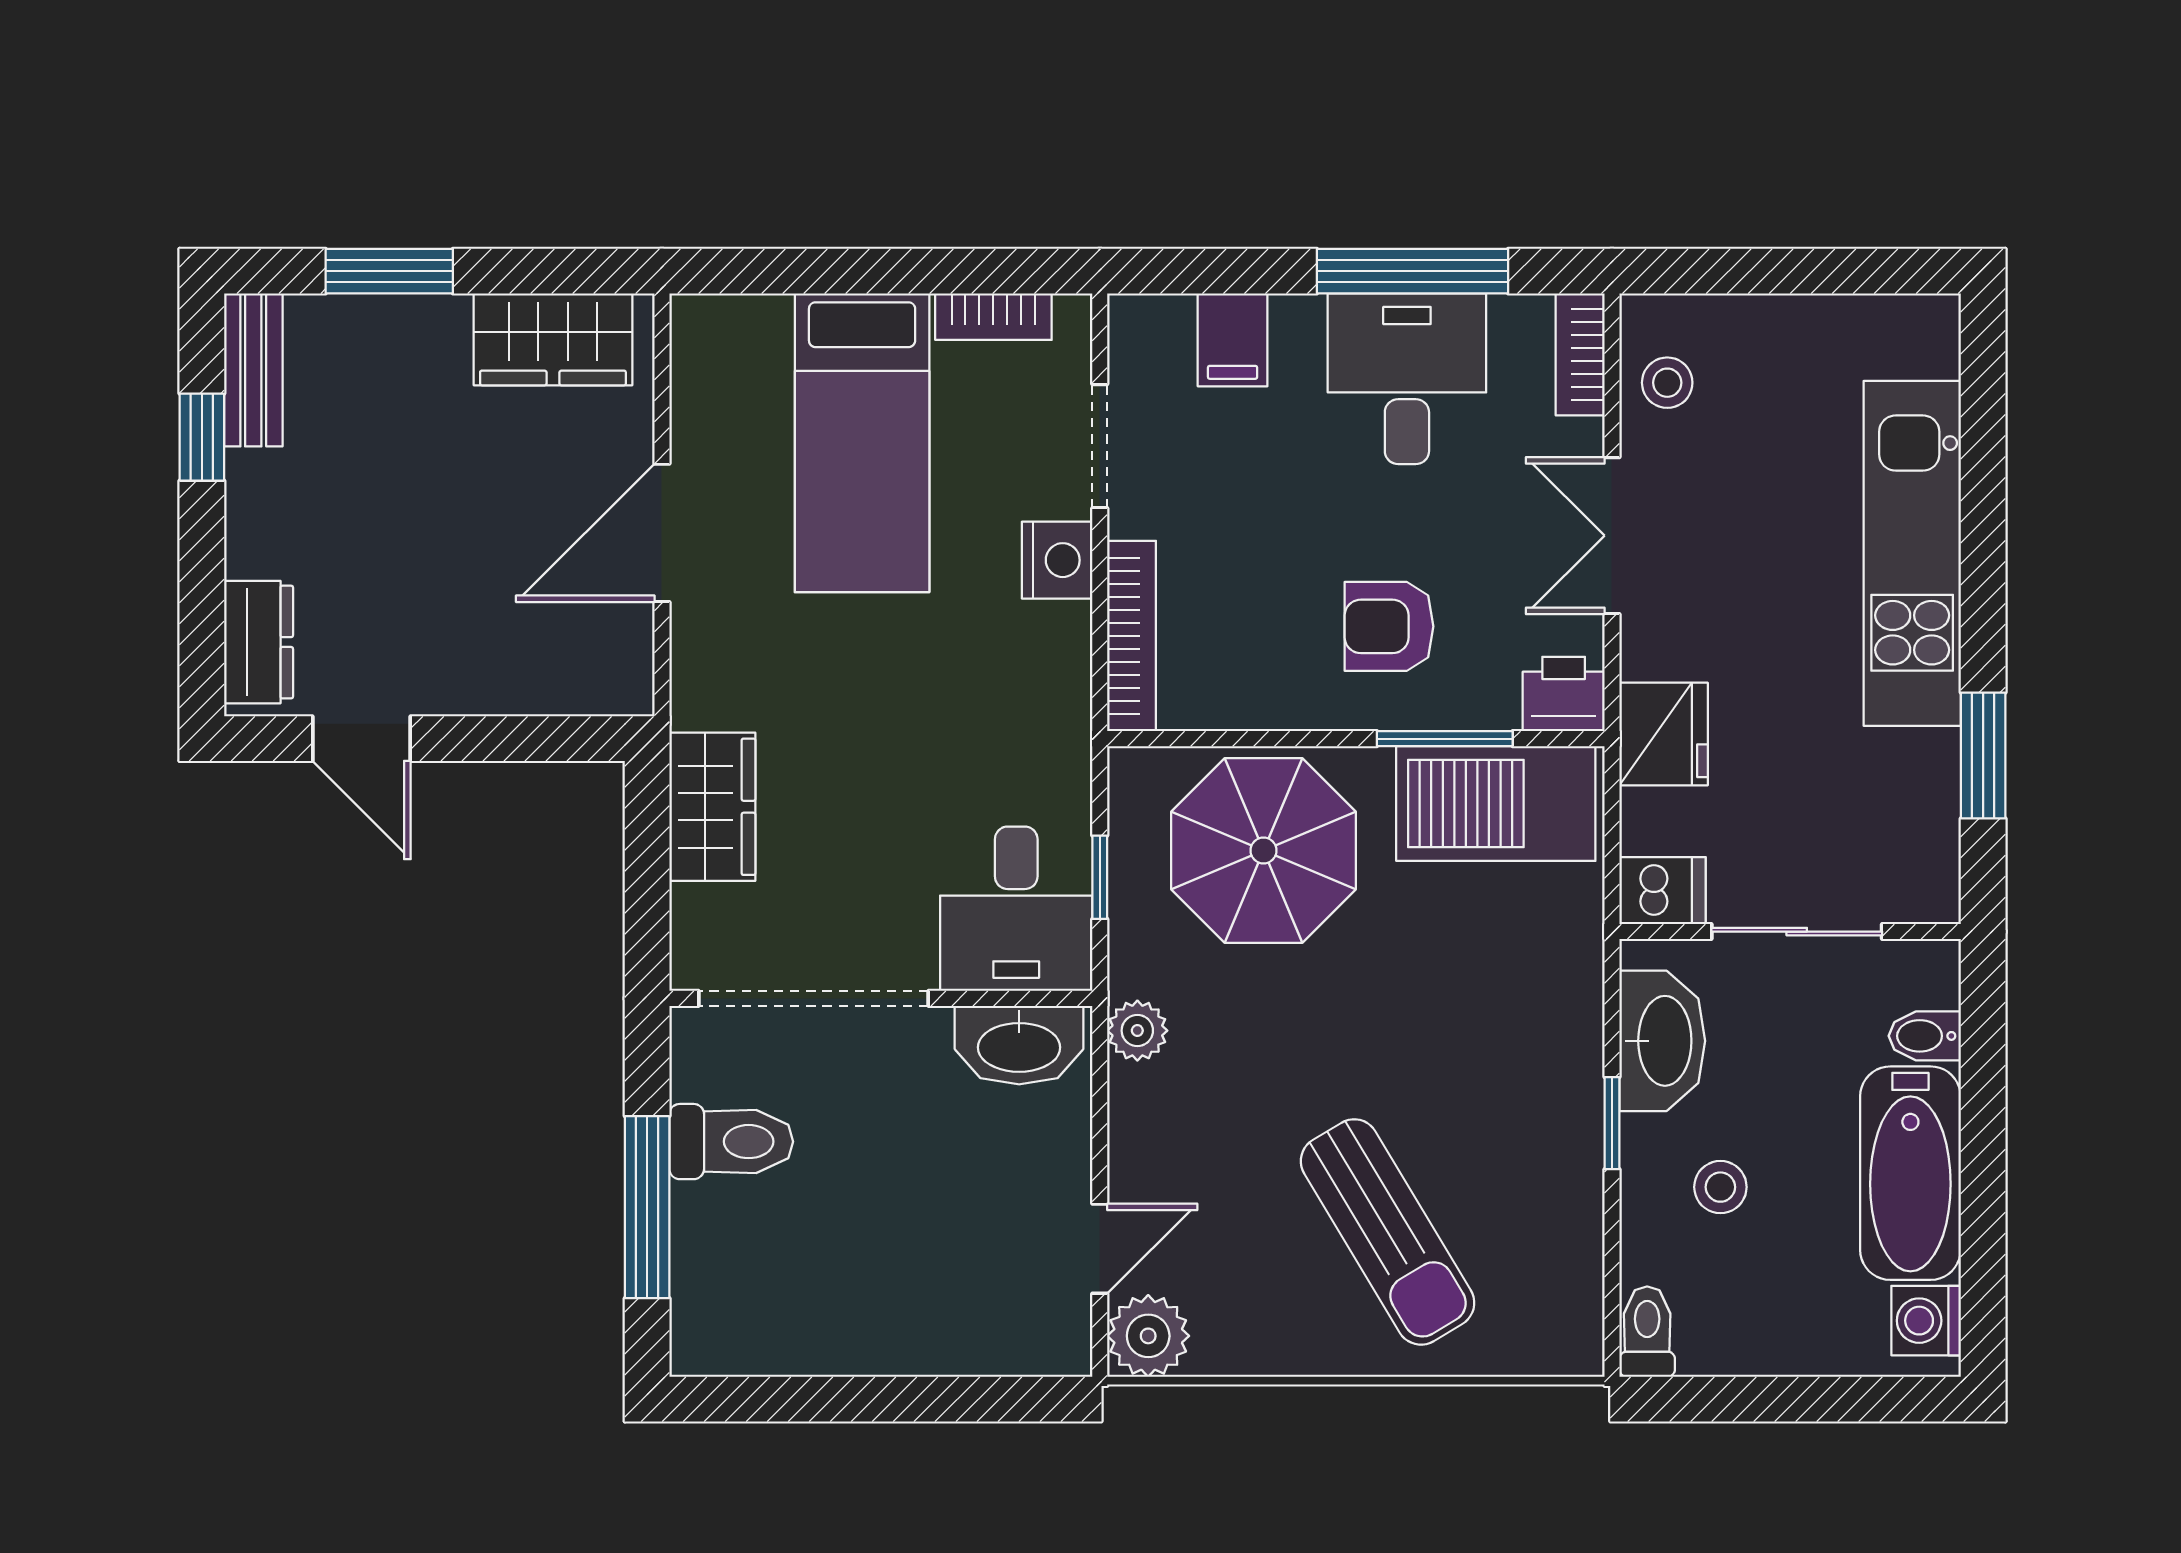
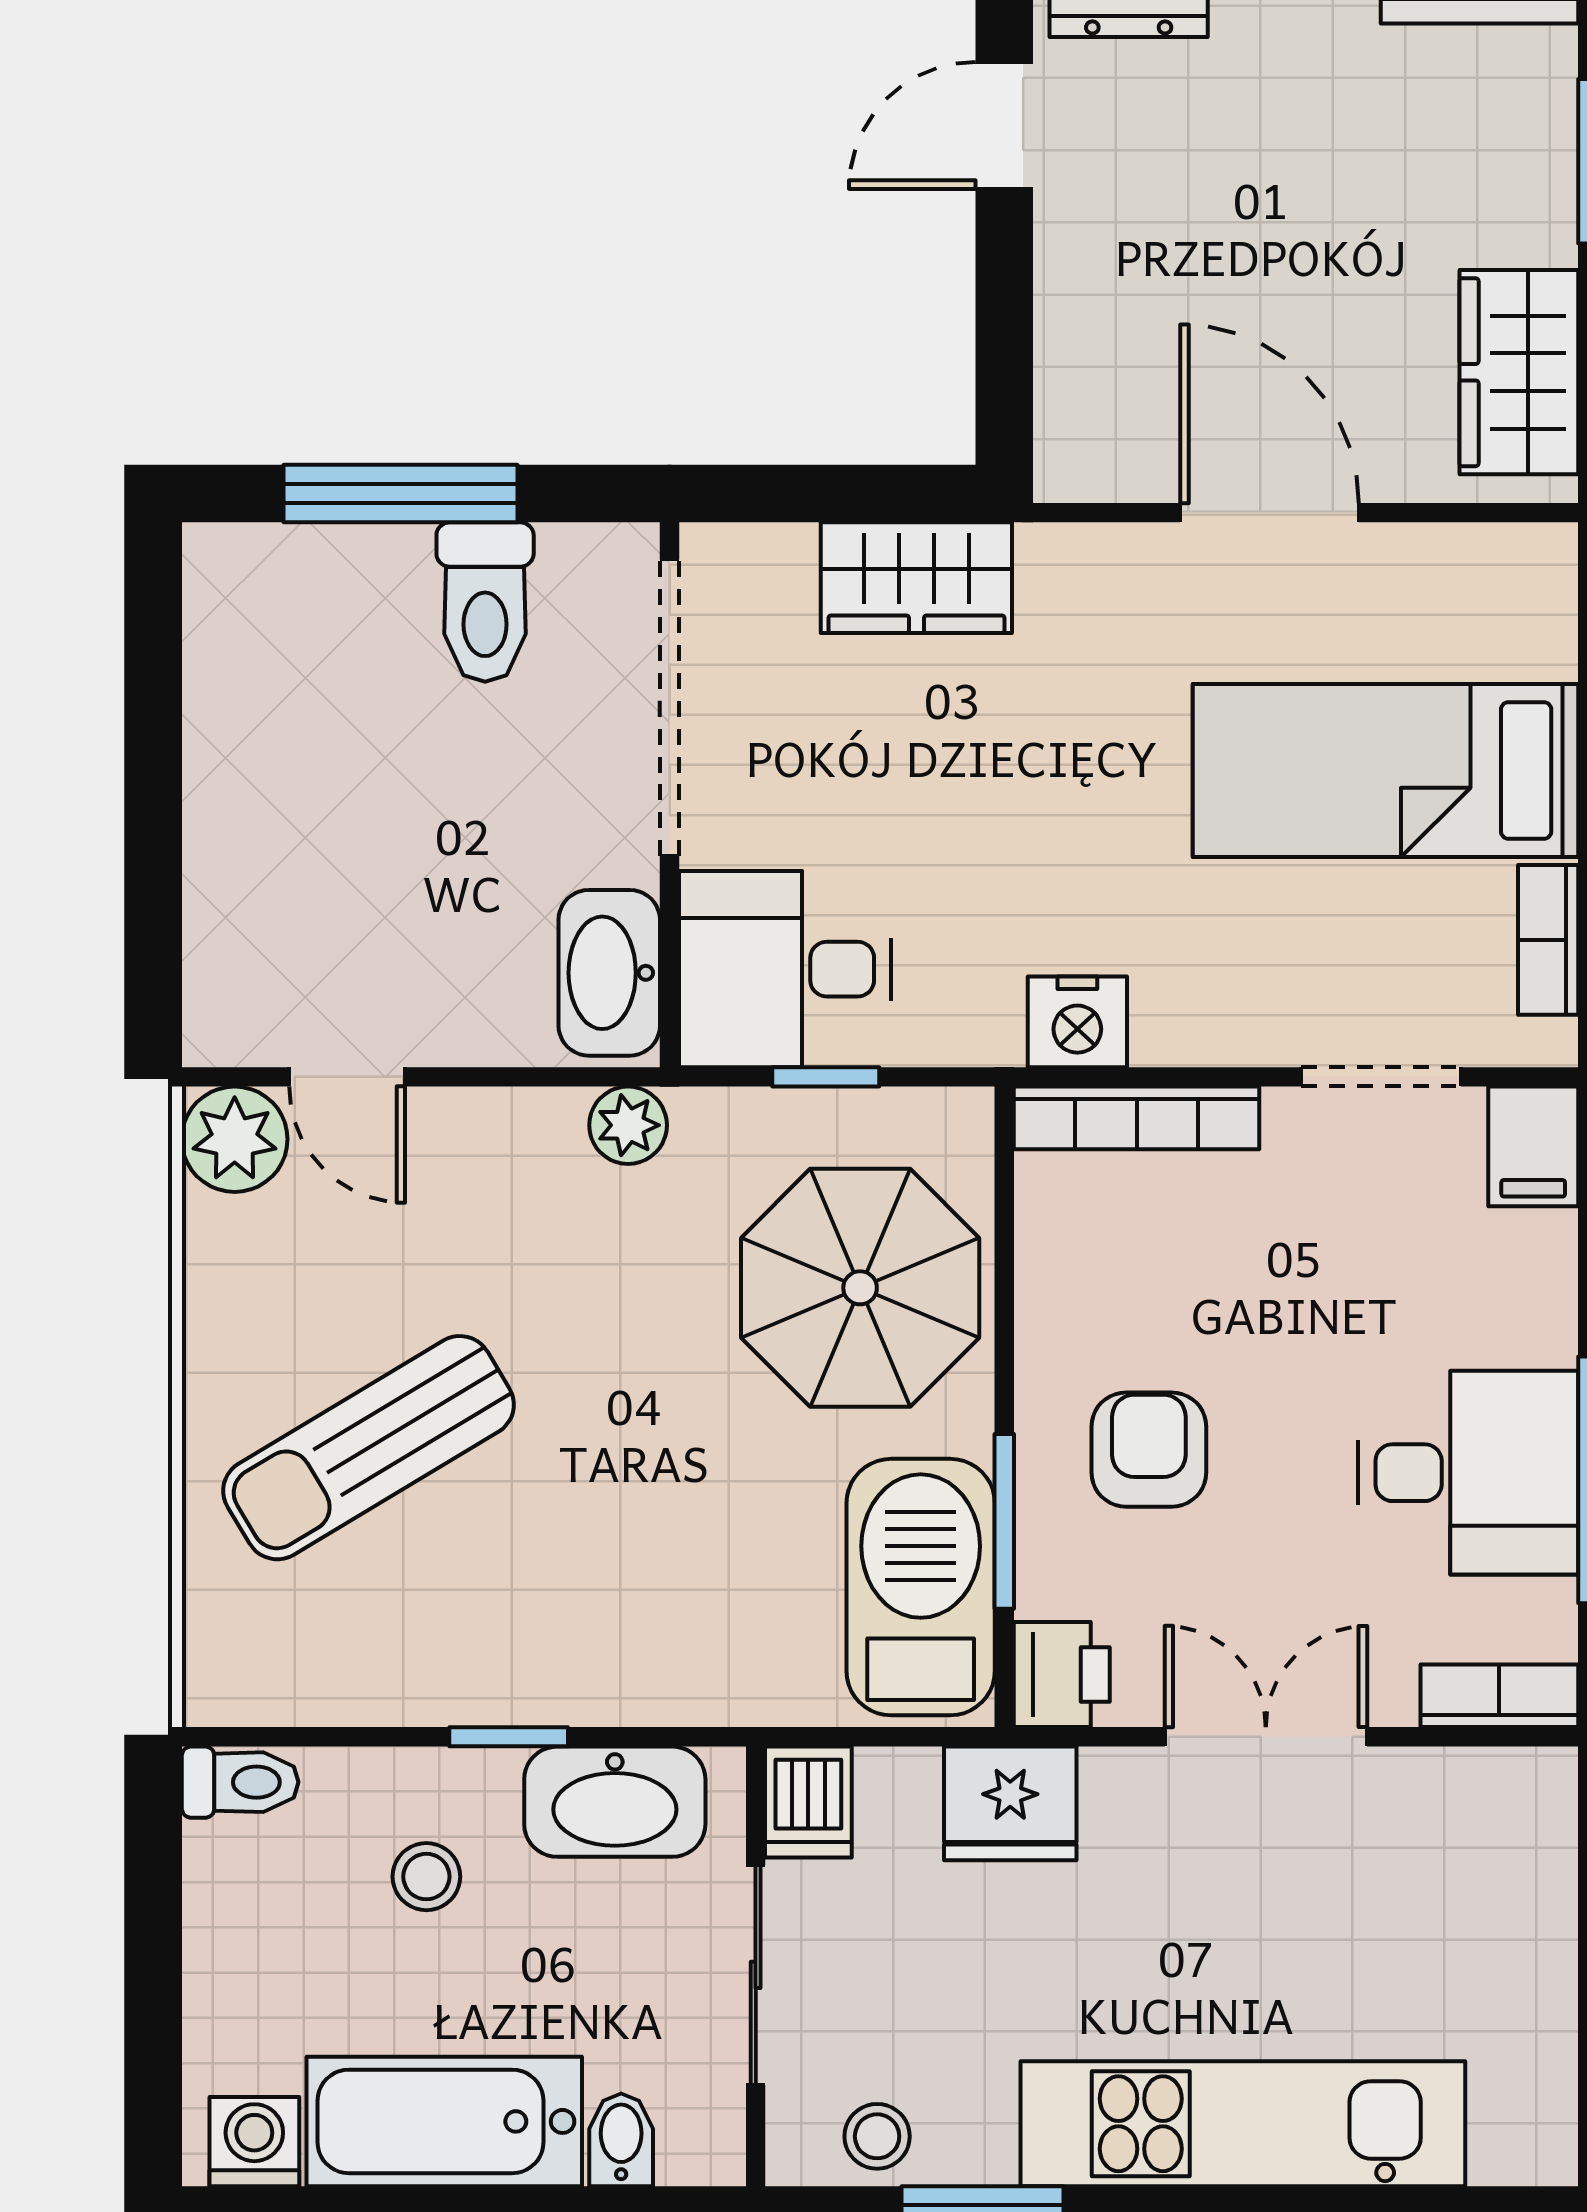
filing cabinet: (1233, 340) -> (1533, 1146), moved, turned -90
stool: (1667, 383) -> (877, 2136), moved
nightstand: (1057, 560) -> (1077, 1022), moved

